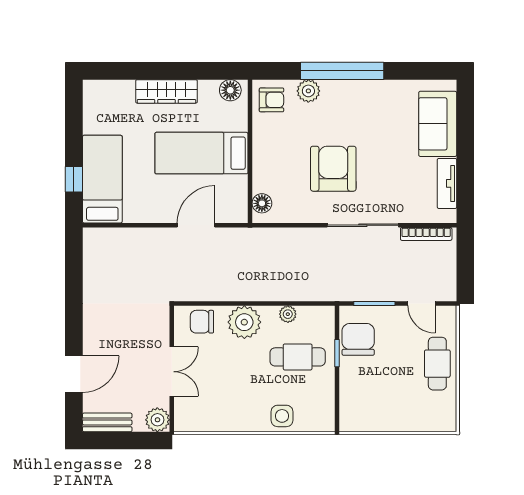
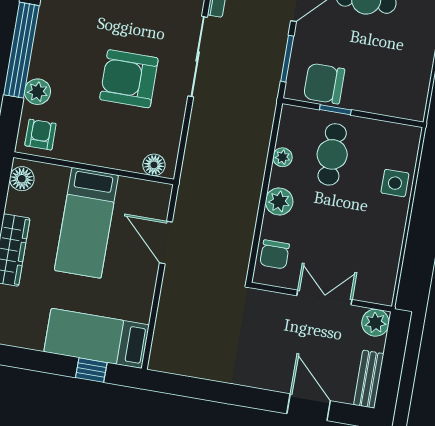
plant: (244, 322) -> (279, 202), width x0.73, depth x0.73

